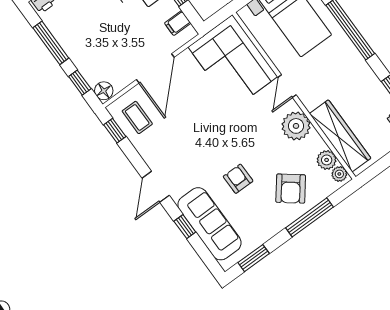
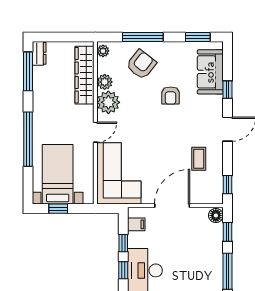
coffee table: (137, 117) -> (199, 159), moved
plant: (327, 160) -> (105, 82), moved
sofa: (209, 224) -> (210, 72), width x0.73

